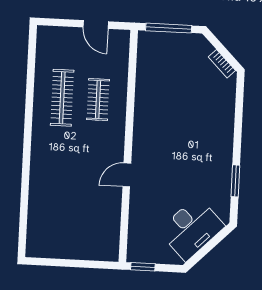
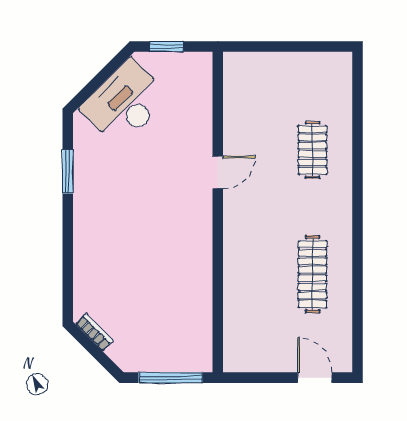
door: (96, 24) -> (315, 378), moved
clothes rail: (98, 100) -> (312, 150), moved
window: (143, 267) -> (167, 46), moved

